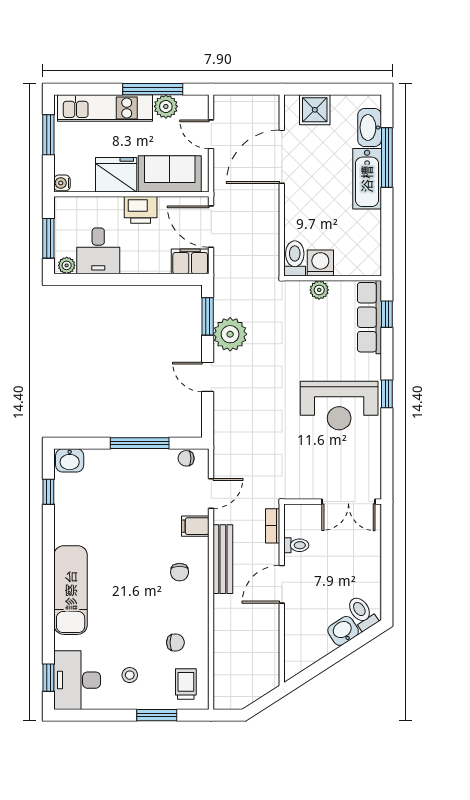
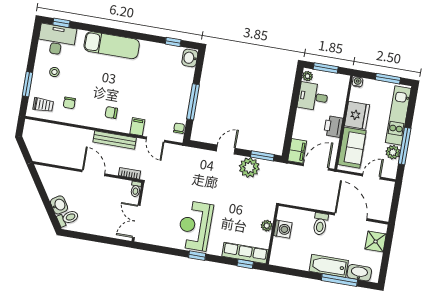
toilet: (295, 258) -> (320, 224), moved, turned 90
toilet: (296, 545) -> (136, 189), moved

